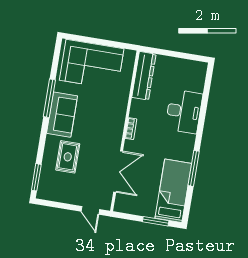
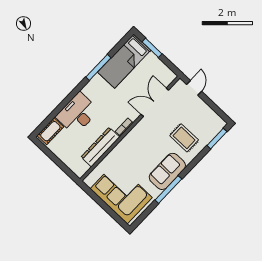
dresser: (144, 76) -> (100, 147), moved
cot: (198, 78) -> (50, 131), added
rug: (68, 157) -> (184, 138), turned 90

